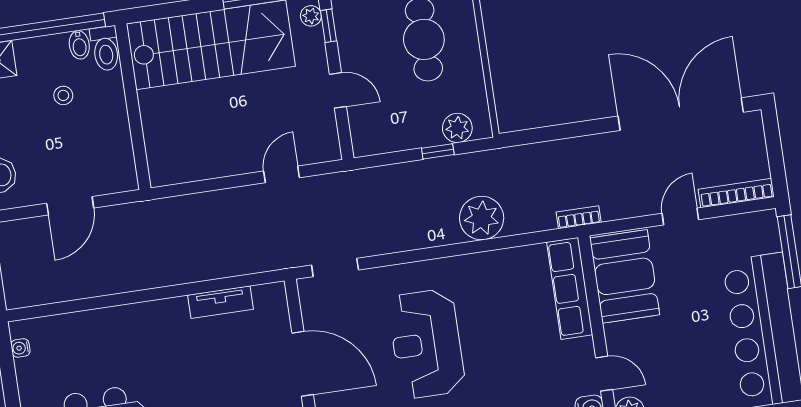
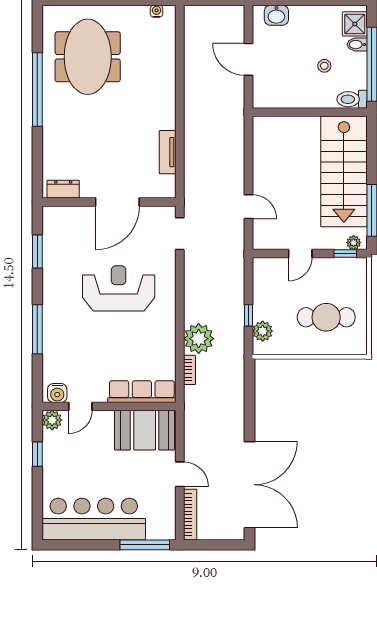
bidet: (79, 45) -> (357, 45), moved
bookcase: (579, 217) -> (189, 370), moved

